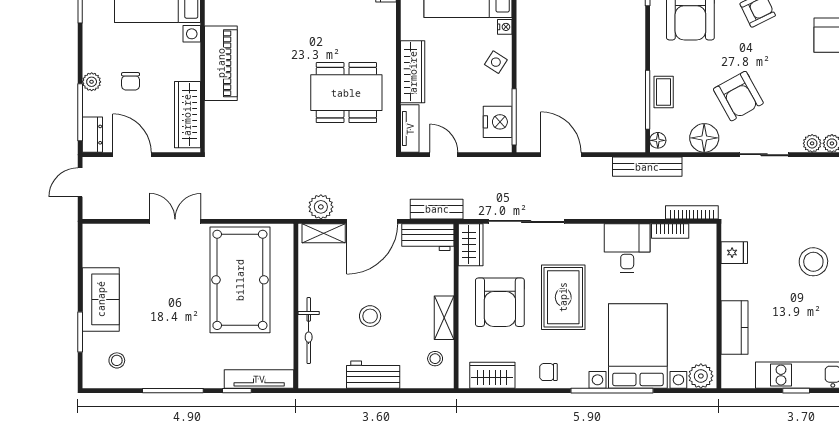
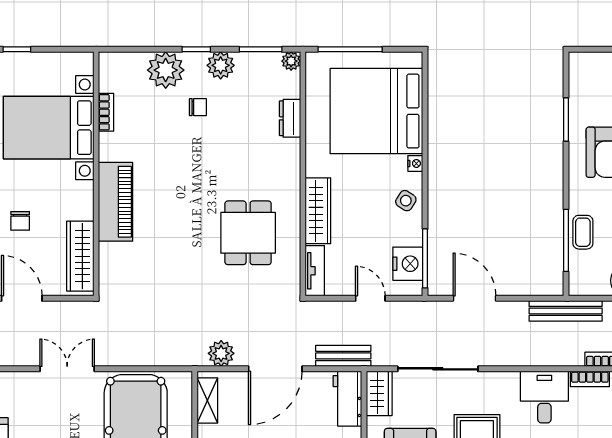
dining table: (346, 93) -> (248, 233), width x0.73
floor lamp: (658, 140) -> (577, 283), removed
door: (444, 155) -> (370, 298), moved
shelving: (324, 233) -> (207, 400), moved, turned 90
workbench: (428, 237) -> (347, 399), moved, turned 90

